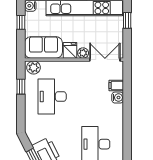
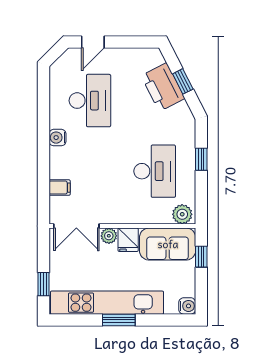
window: (21, 22) -> (201, 257), moved
window: (21, 87) -> (201, 159), moved
water cooler: (118, 98) -> (57, 138), moved

